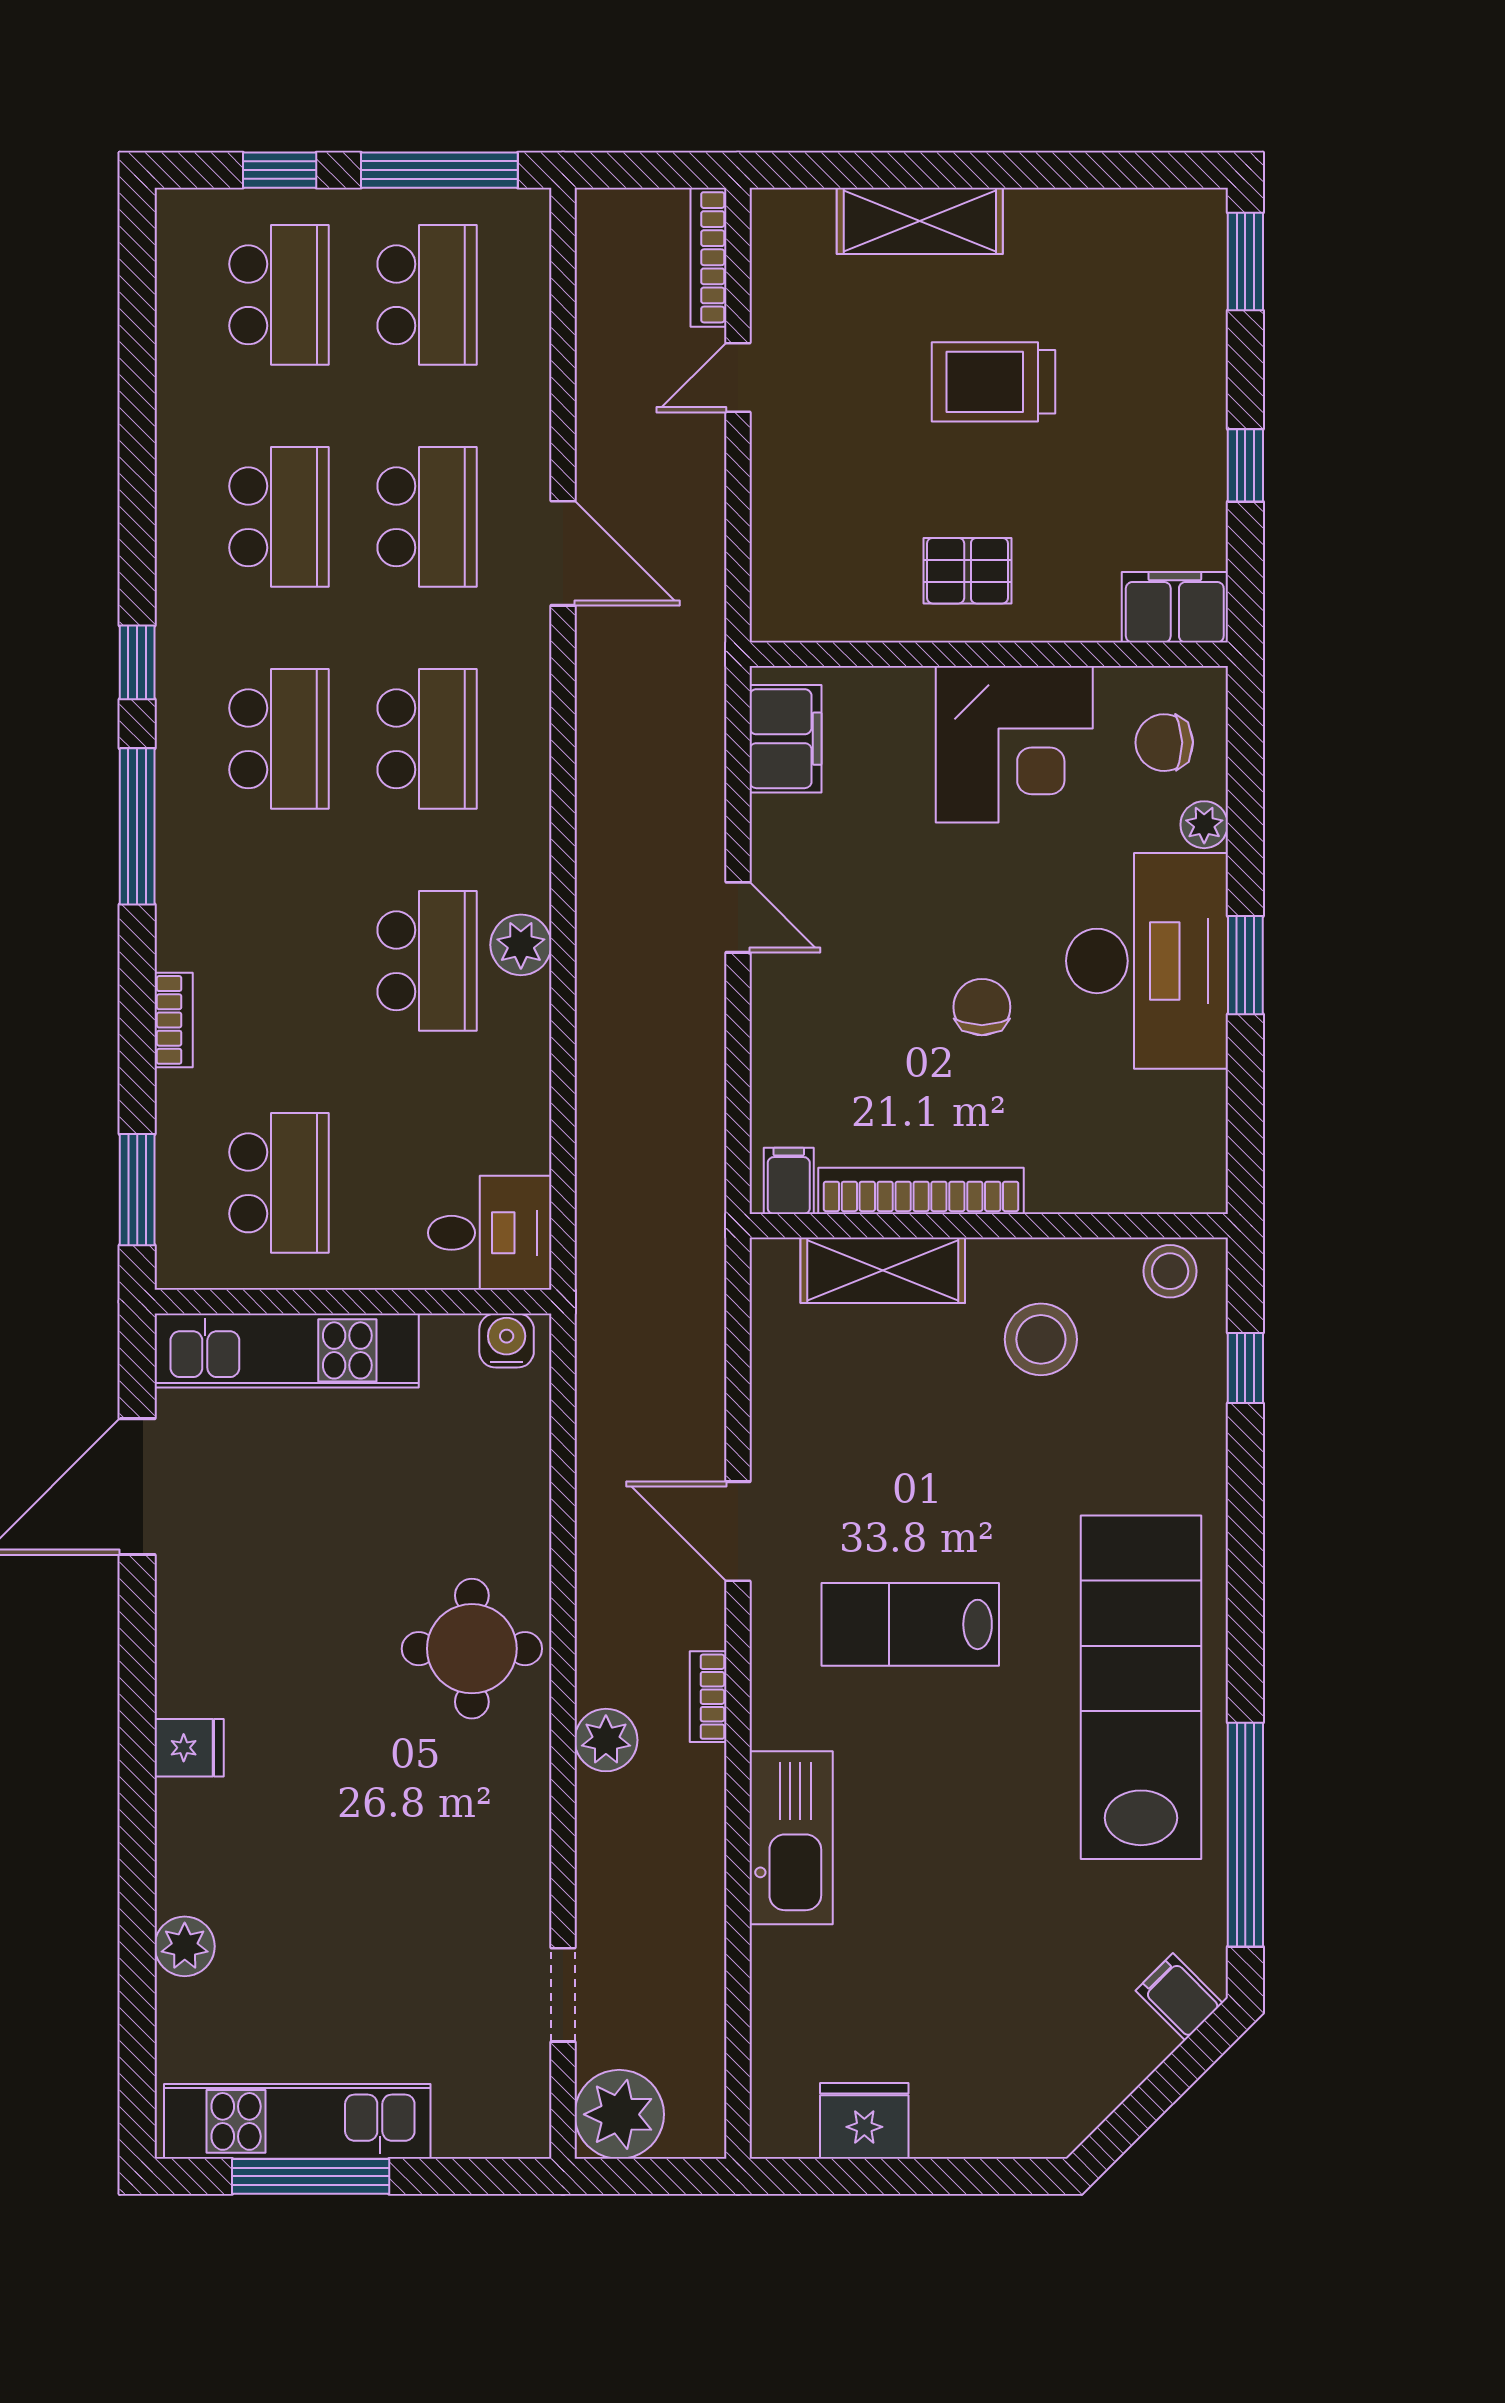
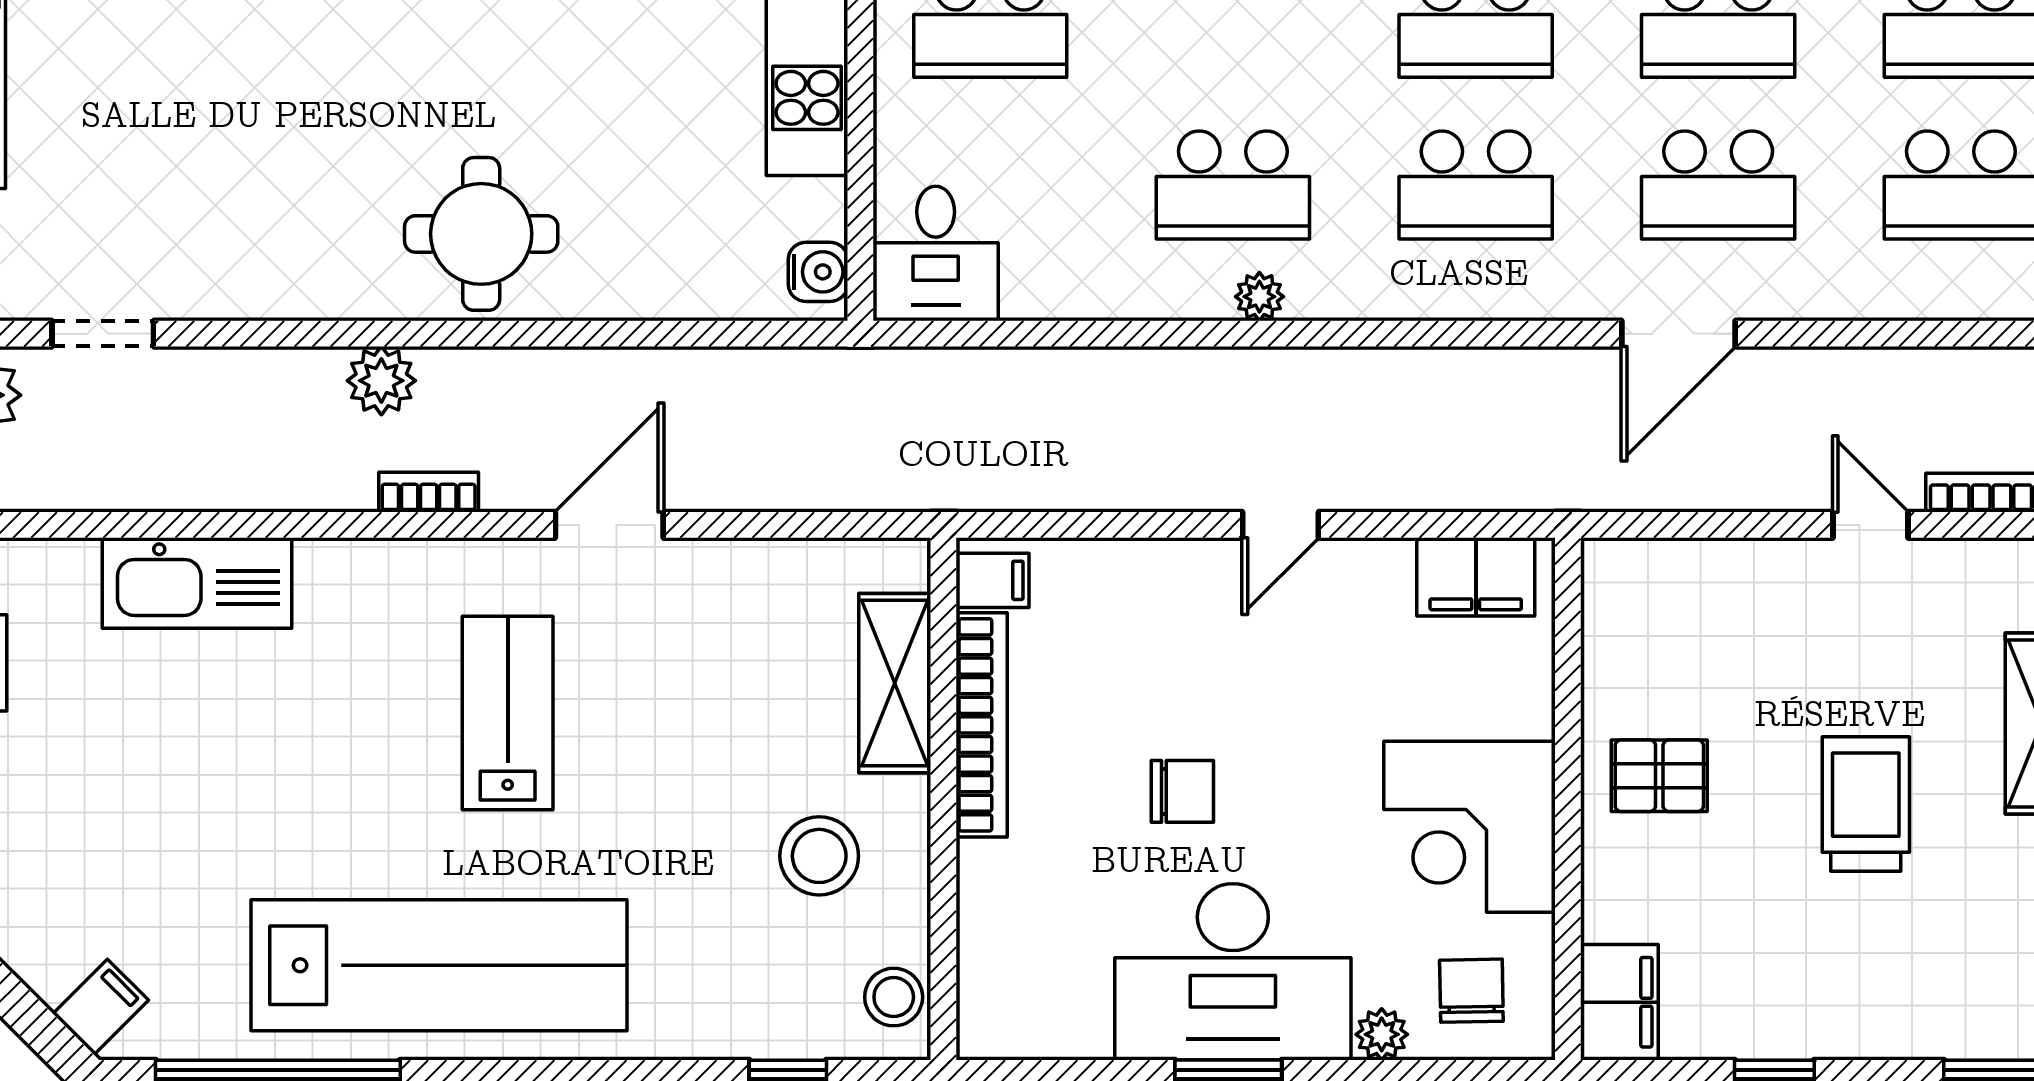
pallet: (968, 571) -> (1659, 776), turned 90
plant: (521, 945) -> (1259, 297), width x0.73, depth x0.73
kitchen sink: (791, 1838) -> (197, 583), moved

